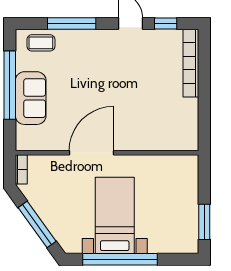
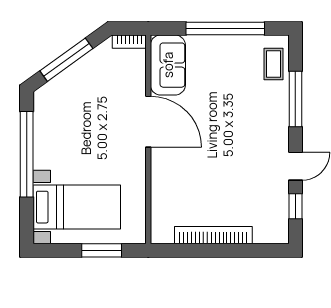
bookcase: (191, 63) -> (213, 235), moved
sofa: (31, 98) -> (168, 65), moved, turned -90
bed with nightstands: (115, 215) -> (77, 207), moved
window: (204, 222) -> (102, 250), moved

